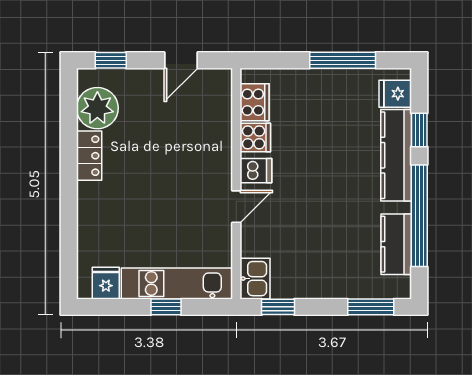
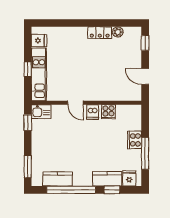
cooker: (255, 102) -> (135, 140), moved, turned 90
plant: (97, 108) -> (118, 32), width x0.53, depth x0.53
kitchen counter: (396, 155) -> (107, 179), width x0.67

